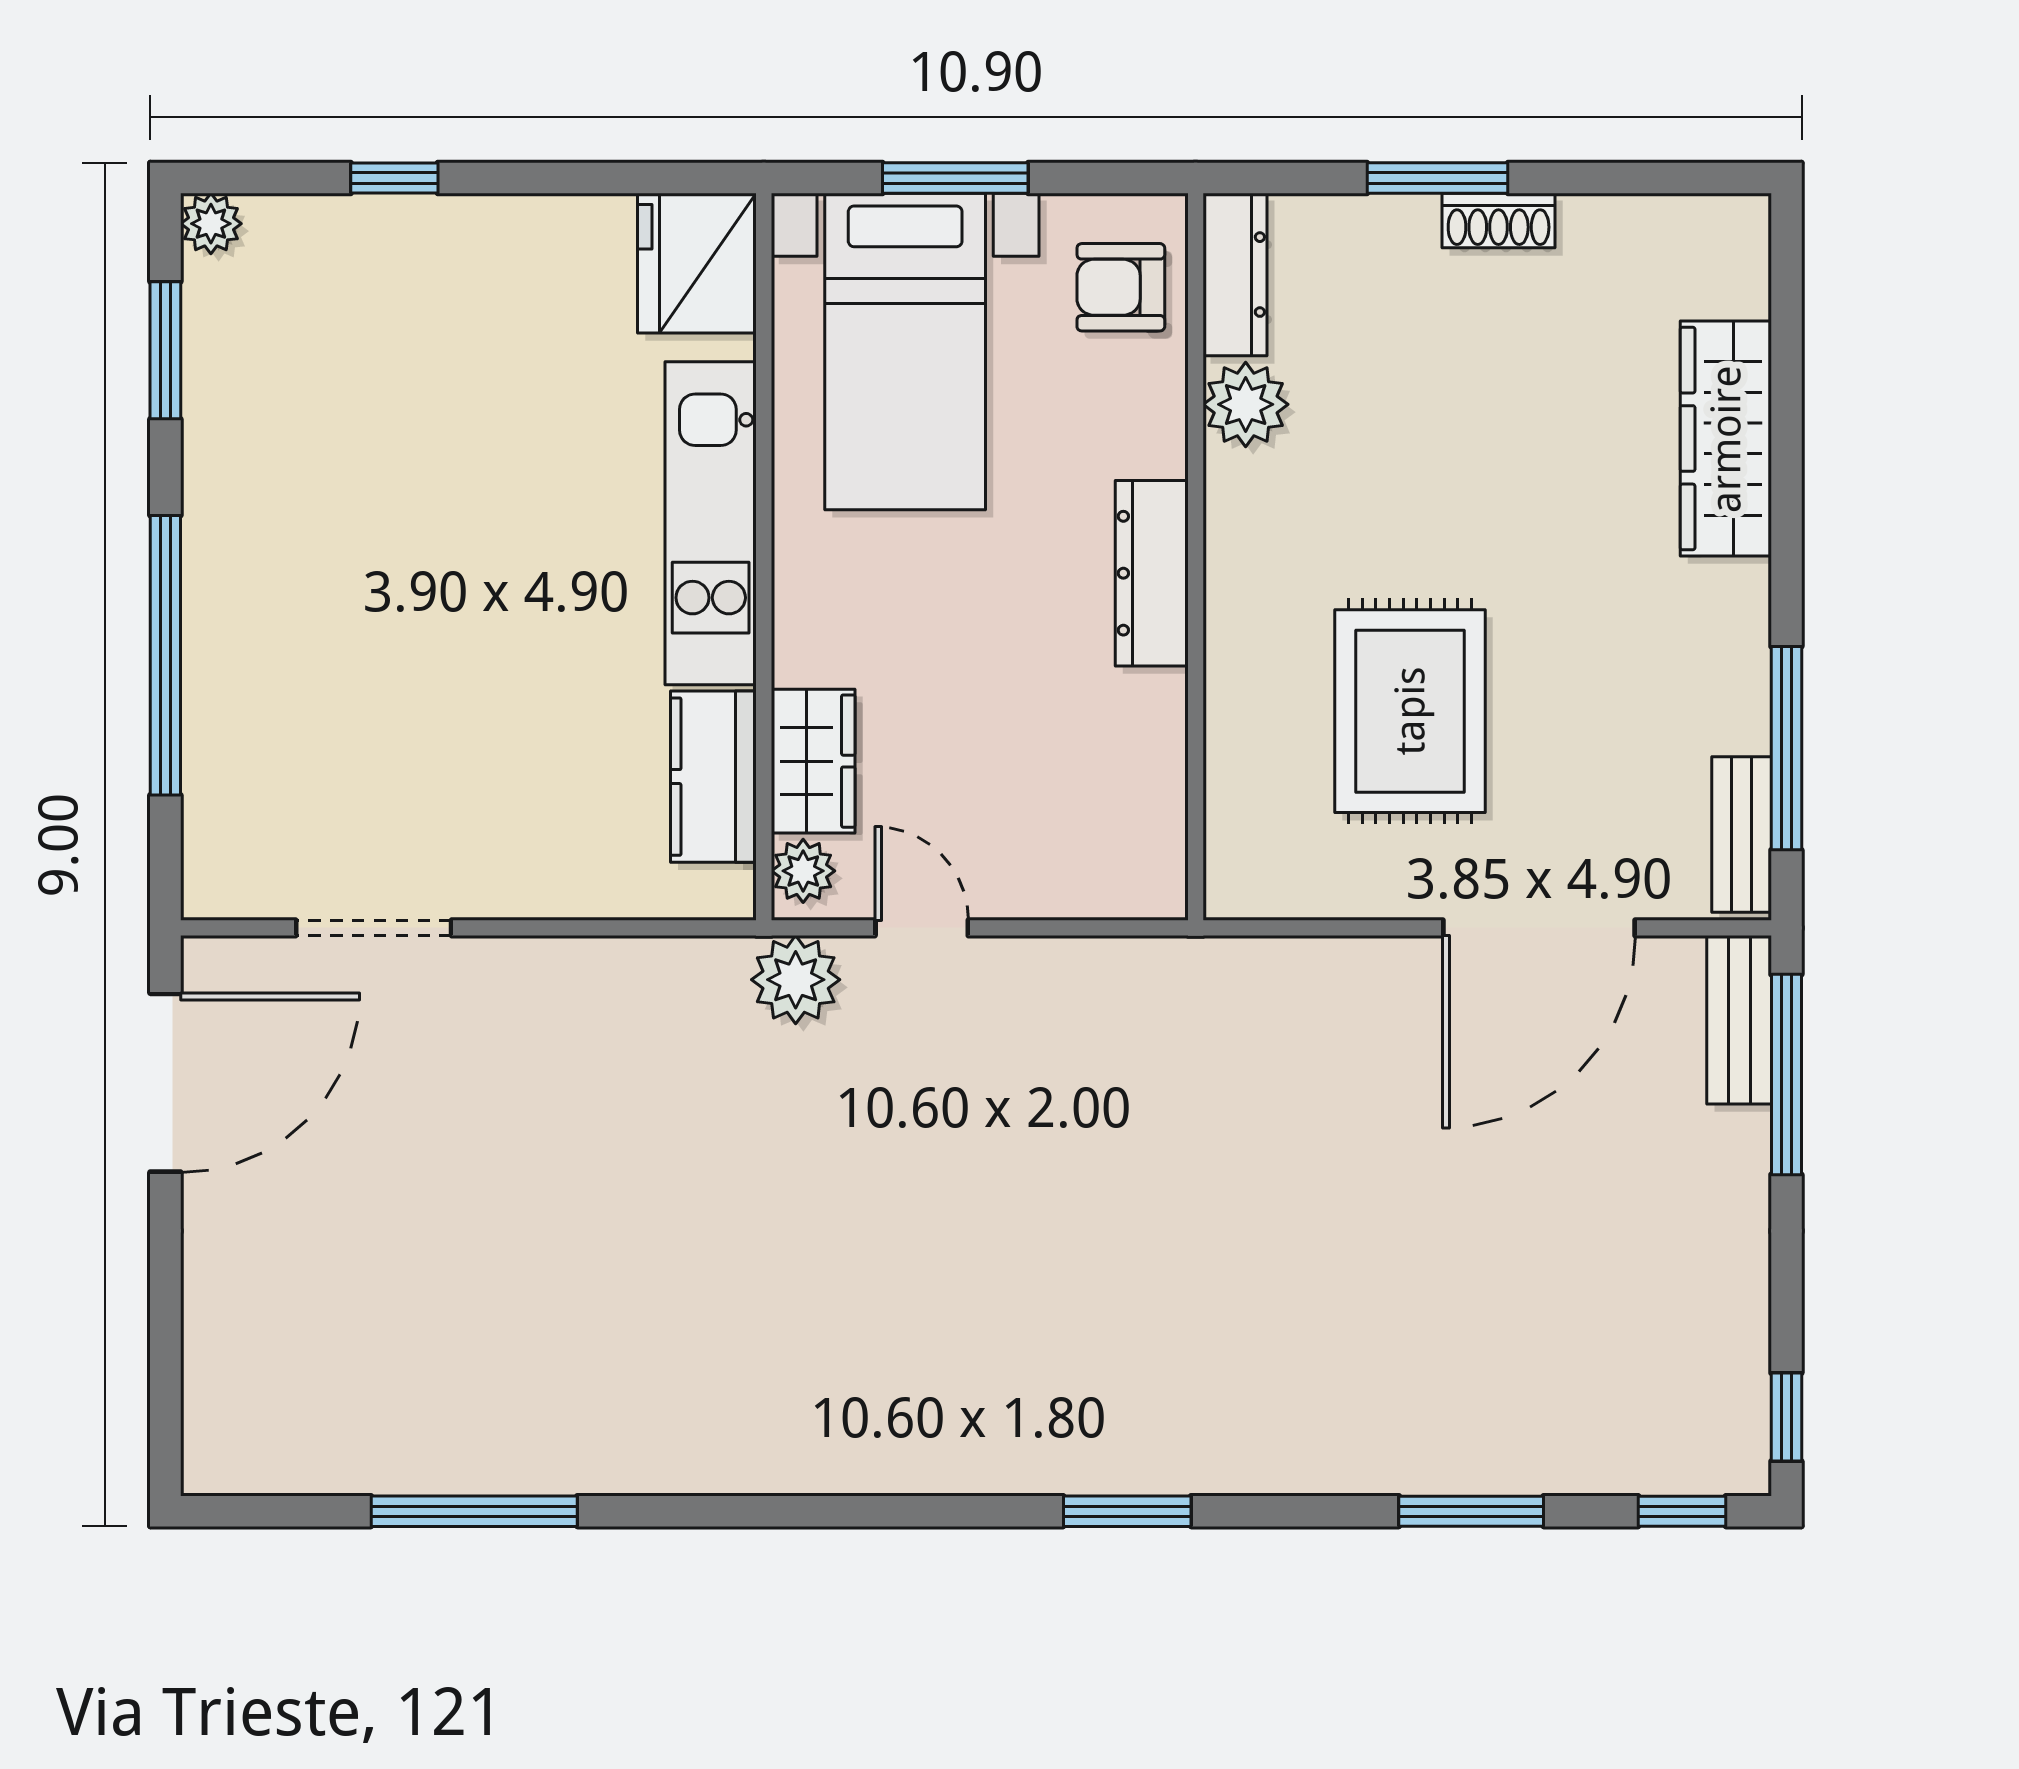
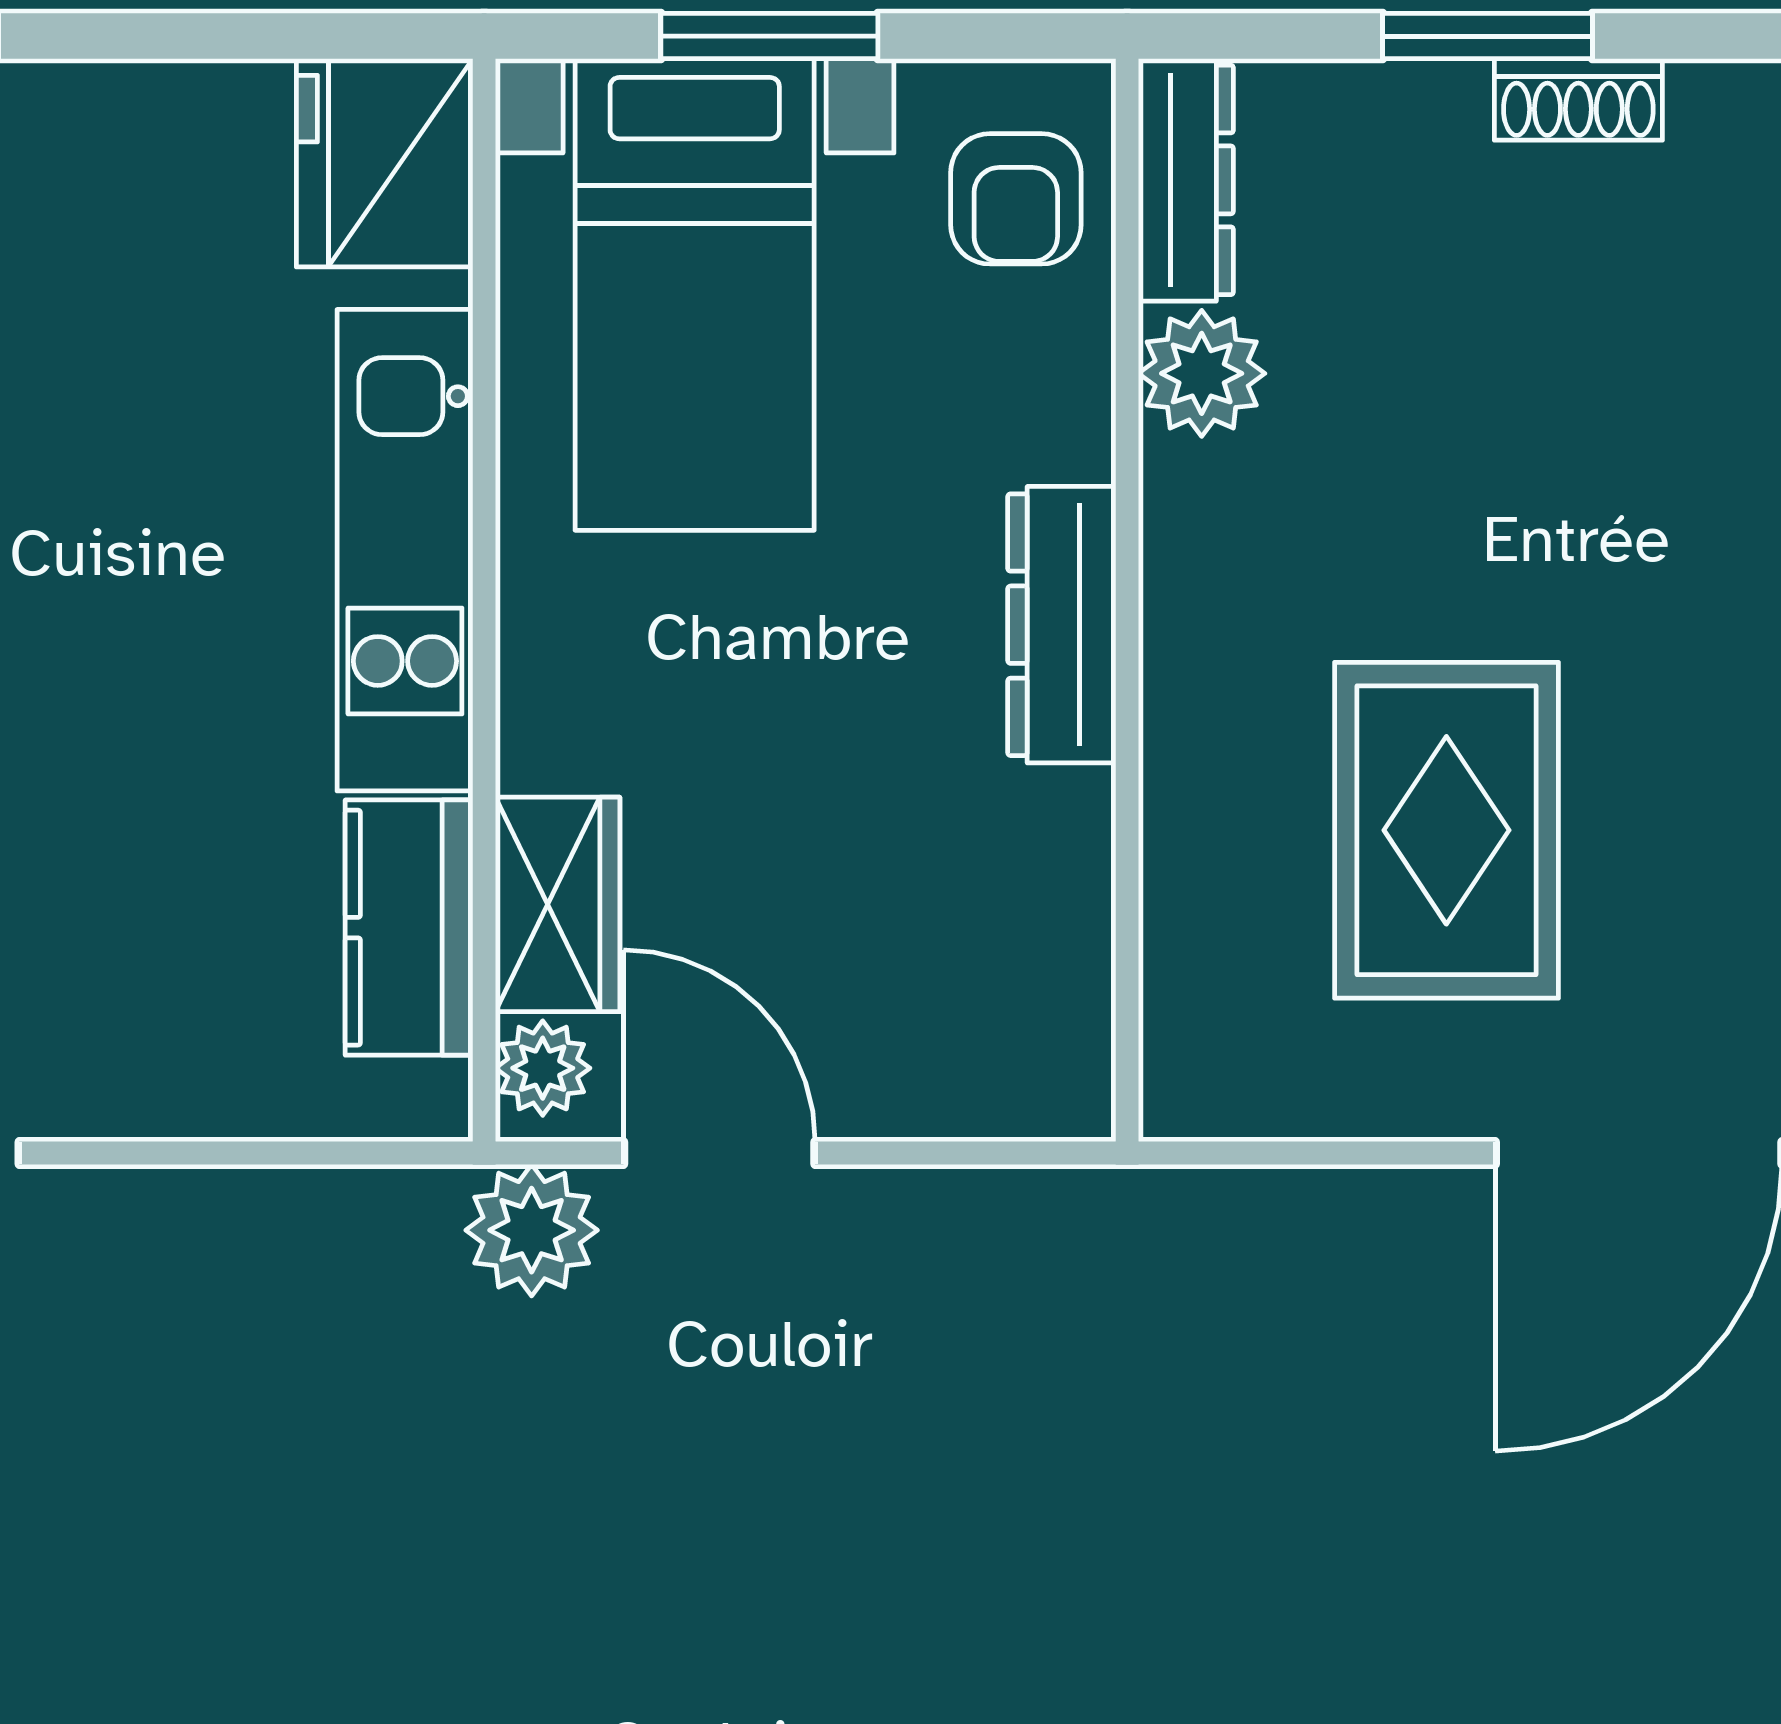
armchair: (1121, 287) -> (1016, 199), turned -90
door: (922, 928) -> (719, 1153), width x1.38

